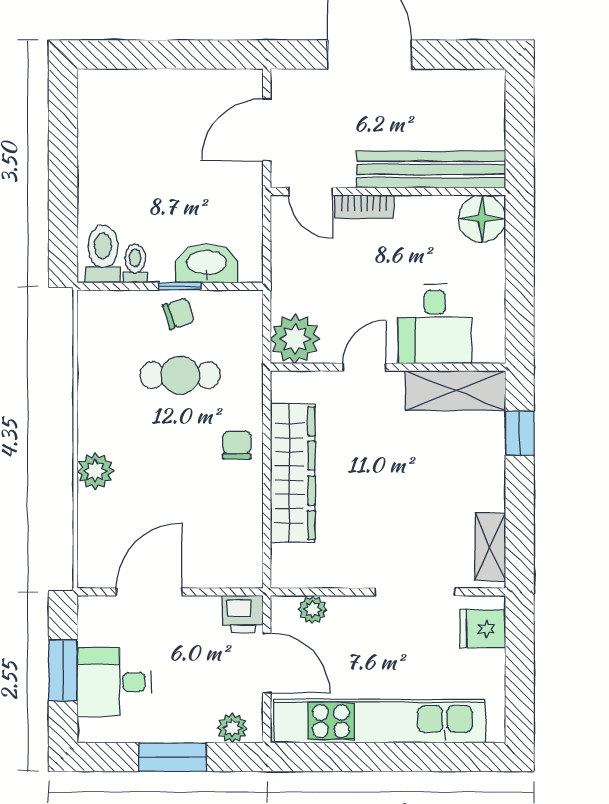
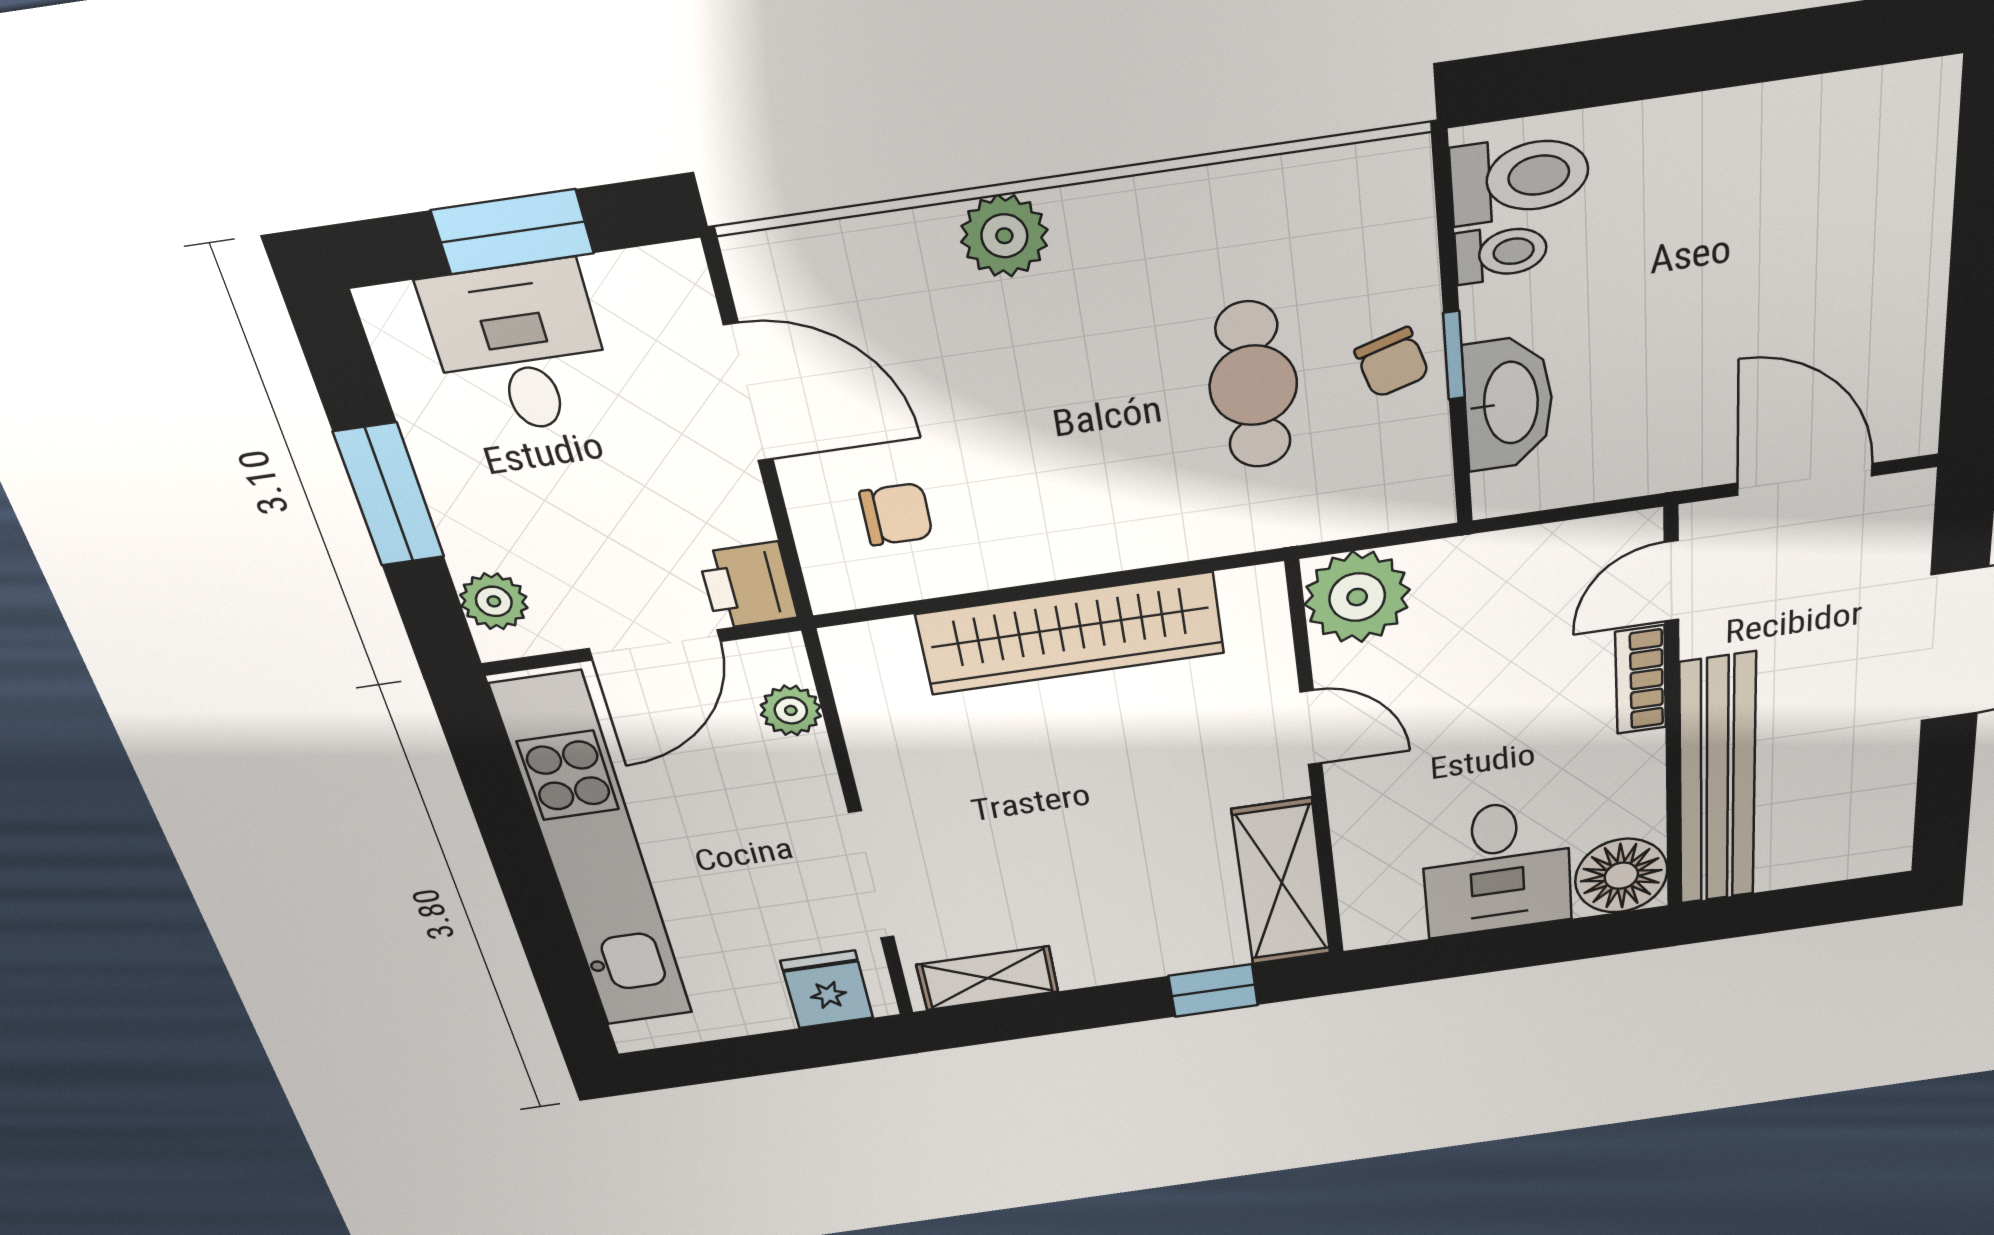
desk: (435, 324) -> (1497, 868), moved, turned -90
chair: (237, 445) -> (896, 514), moved

